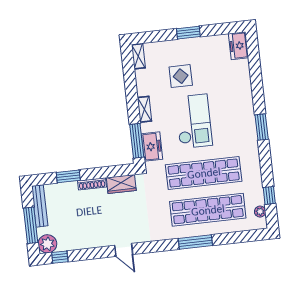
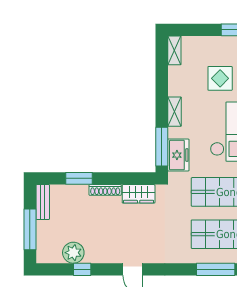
bench: (40, 206) -> (43, 202), width x0.73
plant: (47, 244) -> (73, 253), moved
window: (60, 257) -> (82, 269), moved

